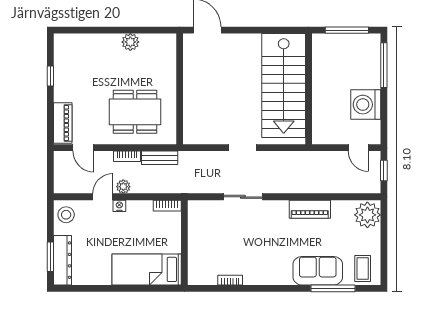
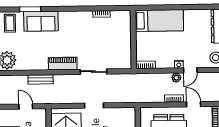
door: (83, 148) -> (194, 104), moved
door: (358, 148) -> (26, 107), moved
bench: (160, 158) -> (41, 79), moved
piano: (310, 209) -> (63, 64), moved
window: (333, 288) -> (30, 9), width x0.69

